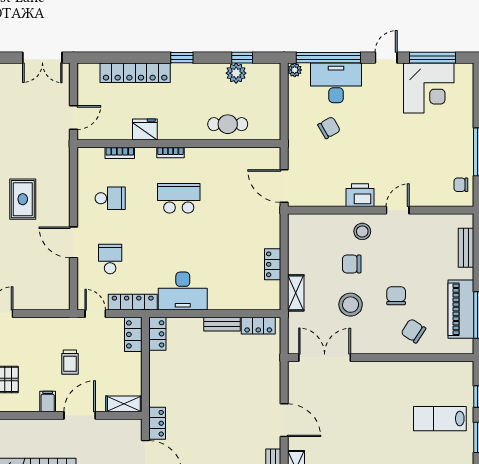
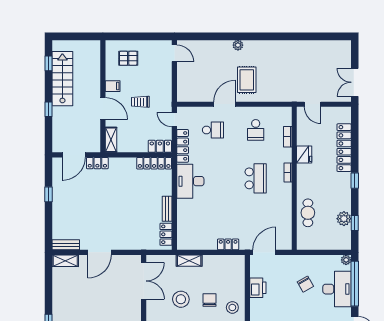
printer: (360, 195) -> (258, 288), moved
rug: (23, 199) -> (247, 80), moved, turned 90
locker: (273, 264) -> (228, 244), moved
door: (95, 314) -> (174, 120), swing flipped
locker: (157, 334) -> (154, 163), width x1.53

